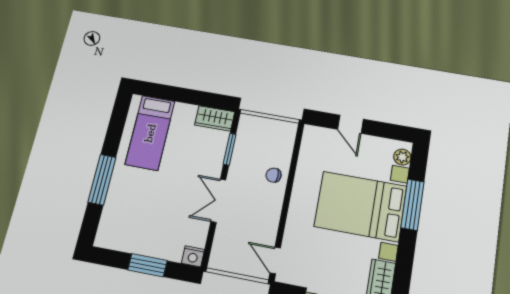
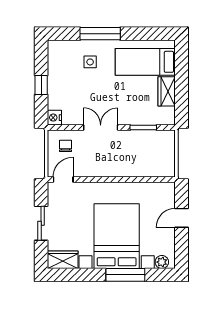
wardrobe: (215, 118) -> (167, 91), moved
chair: (274, 175) -> (66, 146), moved
side table: (134, 198) -> (90, 62), added
window: (148, 265) -> (41, 85), width x0.67

